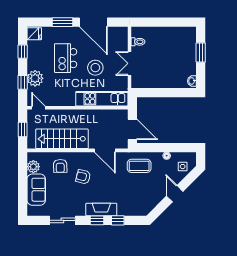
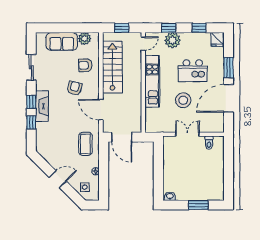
kitchen island: (66, 58) -> (193, 71), turned 180
kitchen unit: (102, 99) -> (152, 81), moved
door: (132, 129) -> (122, 137), hinge flipped
door: (105, 150) -> (101, 110), hinge flipped

